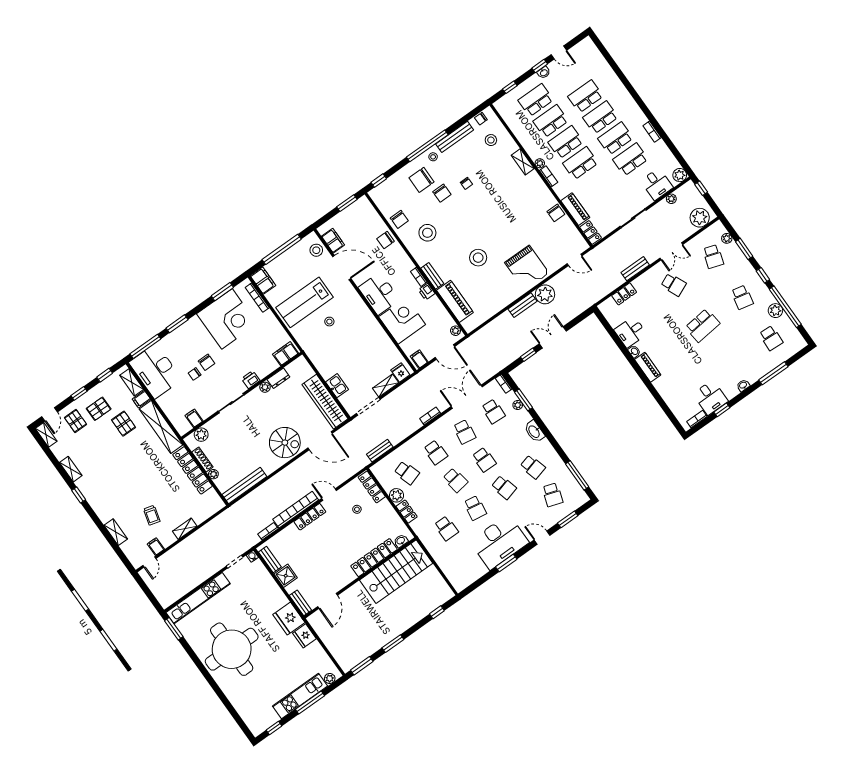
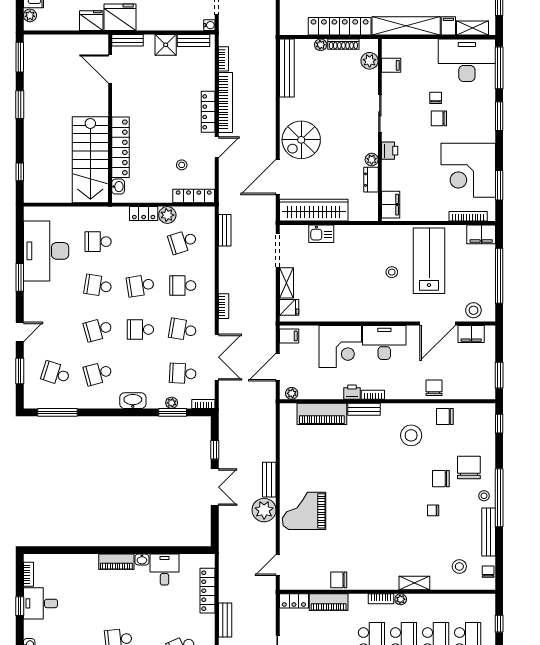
stool: (478, 258) -> (349, 469), removed
locker: (624, 294) -> (208, 591), width x1.53
desk: (499, 542) -> (46, 251), moved

